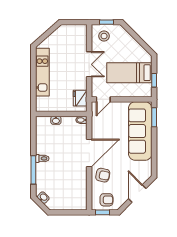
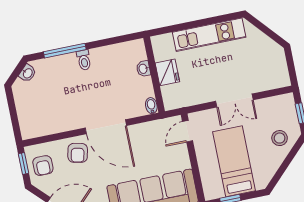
stool: (104, 36) -> (280, 138), moved
fridge: (80, 98) -> (167, 72), moved, turned 90
door: (103, 99) -> (188, 131), hinge flipped

